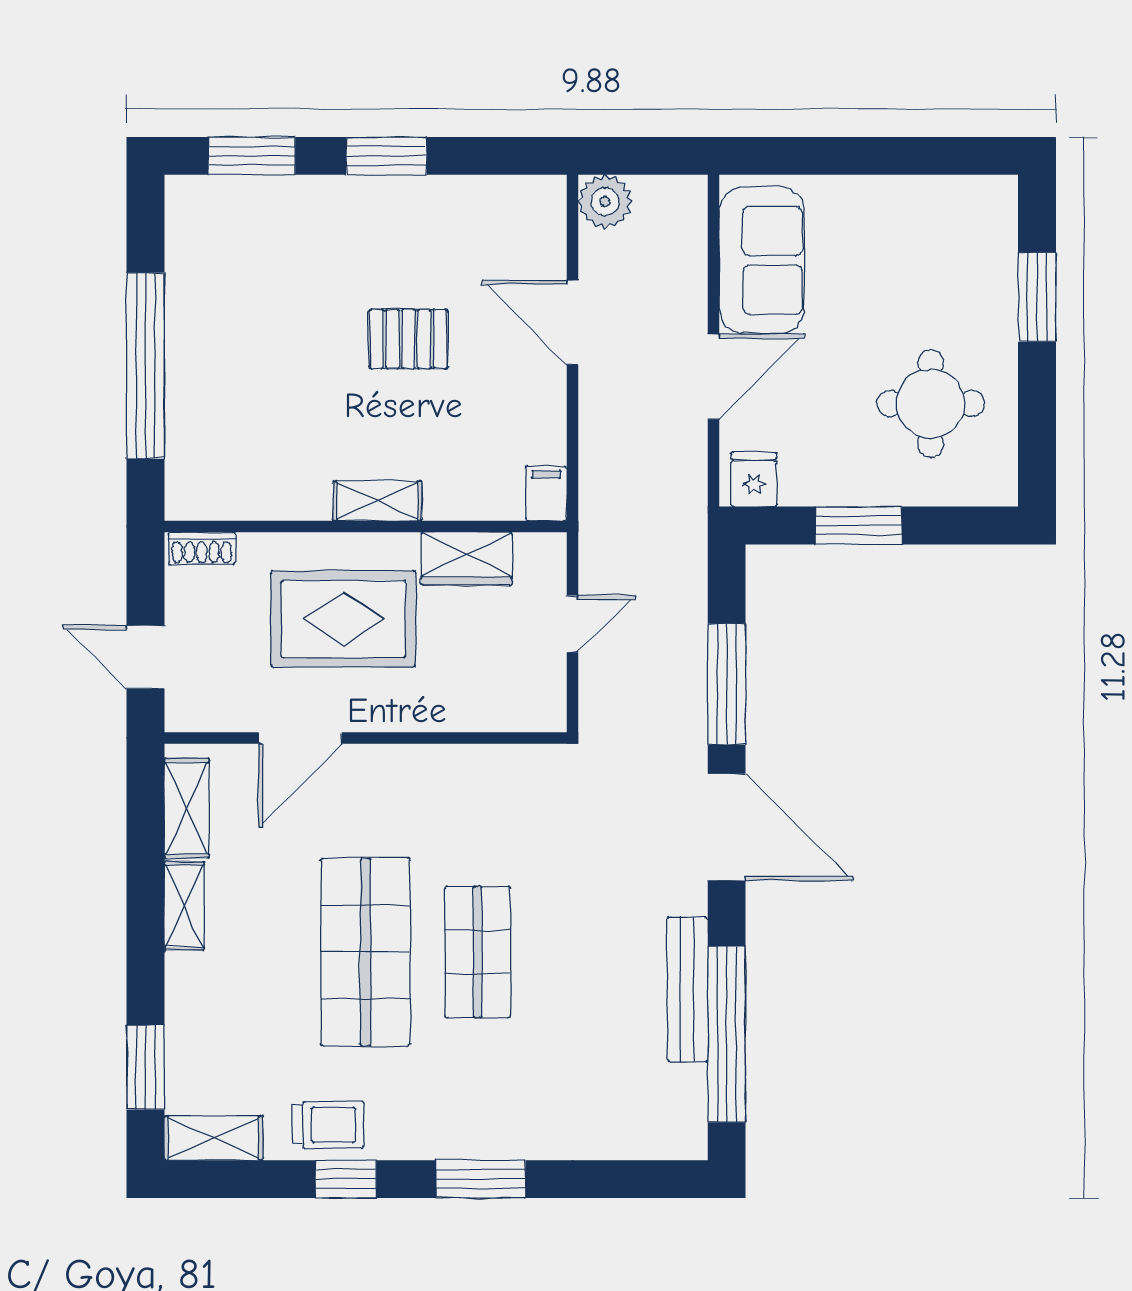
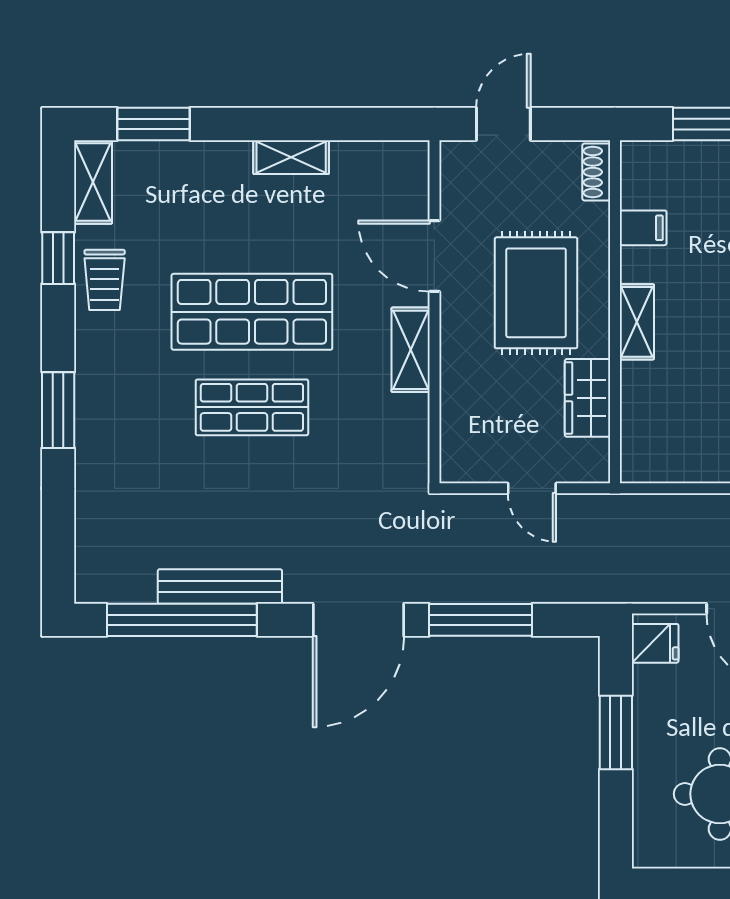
filing cabinet: (546, 493) -> (643, 228), moved
shelving: (187, 808) -> (411, 350), moved, turned 90
window: (346, 1179) -> (58, 258), moved

